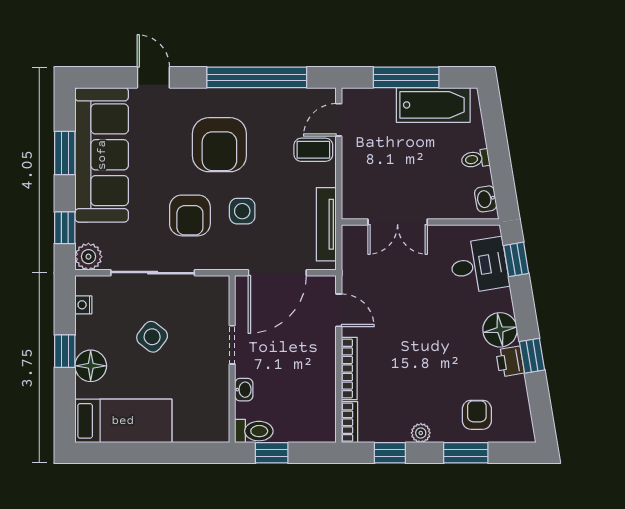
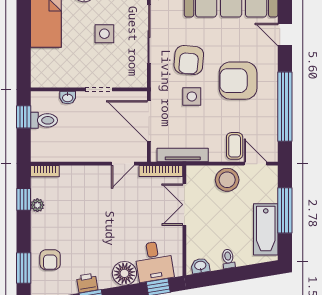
door: (153, 77) -> (285, 35), swing flipped
stool: (362, 160) -> (227, 180), added
armchair: (190, 215) -> (189, 60), turned -85
floor lamp: (500, 330) -> (124, 273), moved
side table: (152, 337) -> (104, 34), turned -38
bookcase: (349, 368) -> (161, 171), moved
armchair: (477, 415) -> (50, 260), turned 90
toilet: (254, 431) -> (44, 120), moved, turned -90
plant: (421, 433) -> (37, 205), moved
window: (466, 453) -> (24, 268), moved

